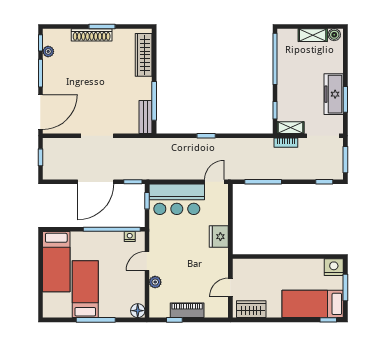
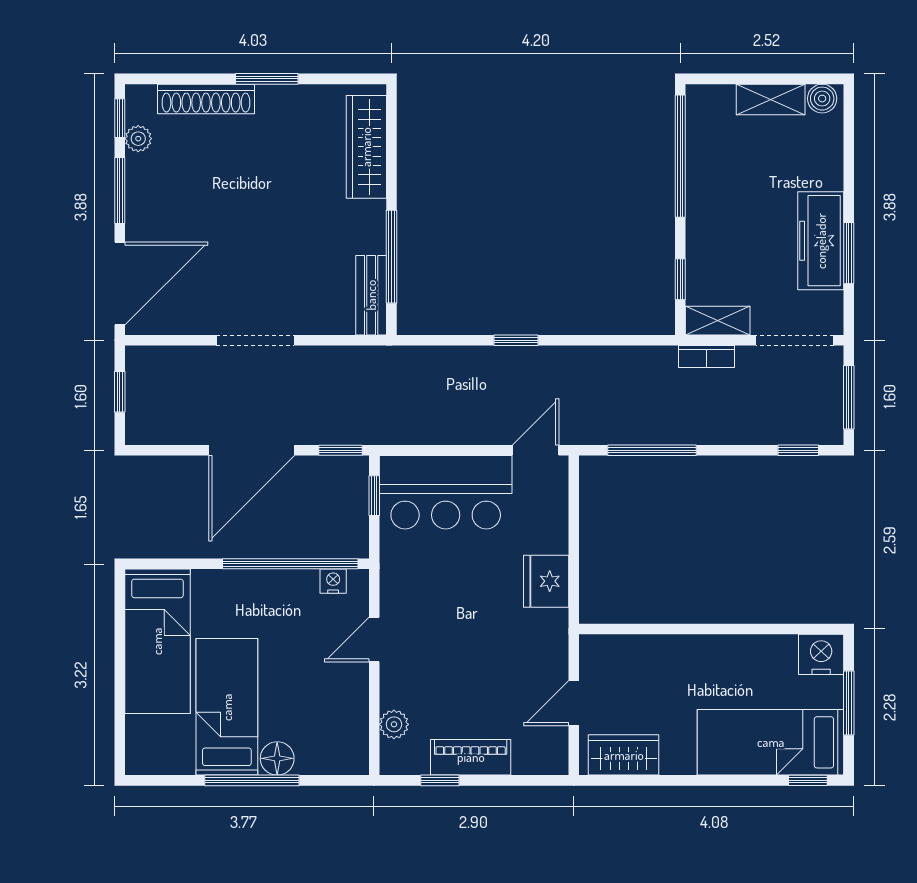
shoe rack: (92, 35) -> (206, 99), moved
plant: (155, 282) -> (394, 724), moved
floor lamp: (138, 311) -> (277, 758), moved

